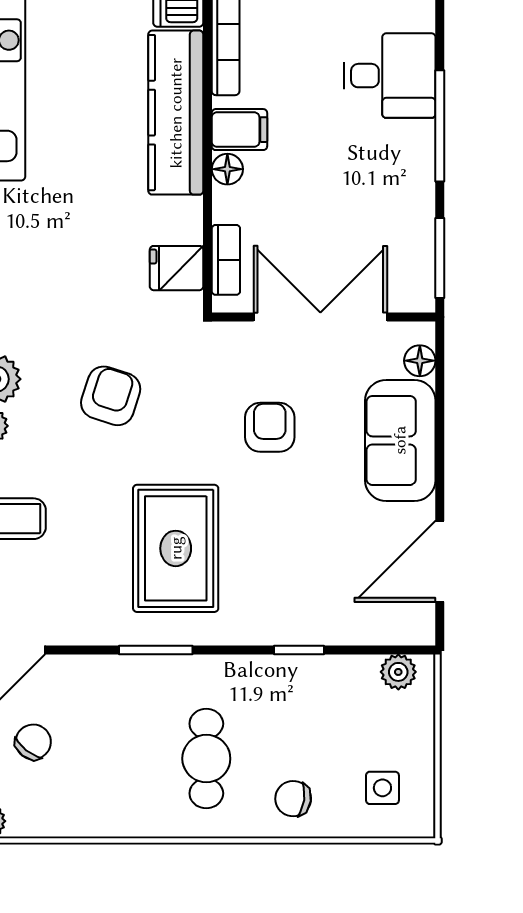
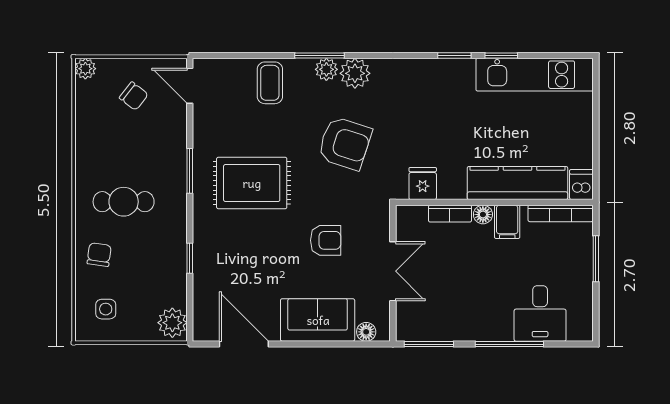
bookcase: (226, 260) -> (450, 214), moved
double door: (320, 317) -> (393, 271), width x0.73
armchair: (111, 396) -> (345, 143), width x1.38, depth x1.38
plant: (398, 672) -> (172, 323), width x1.38, depth x1.38

